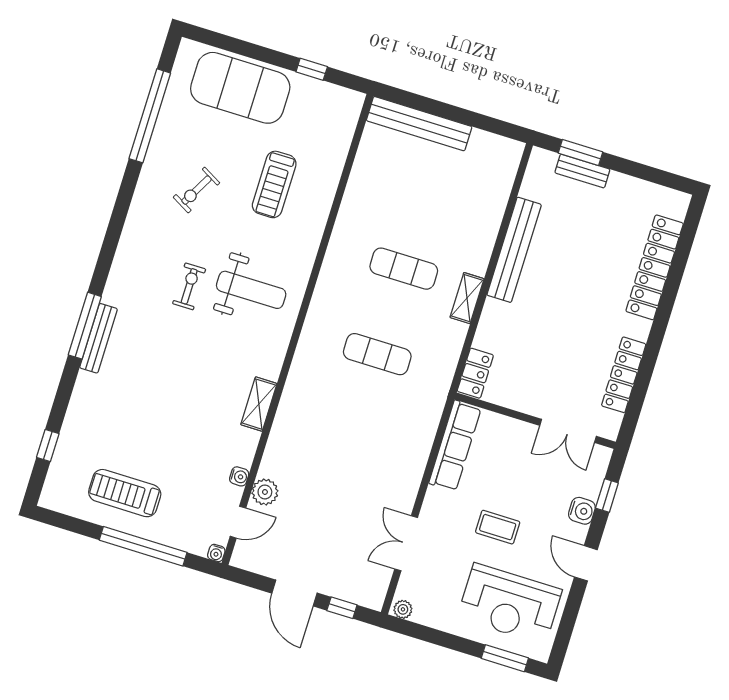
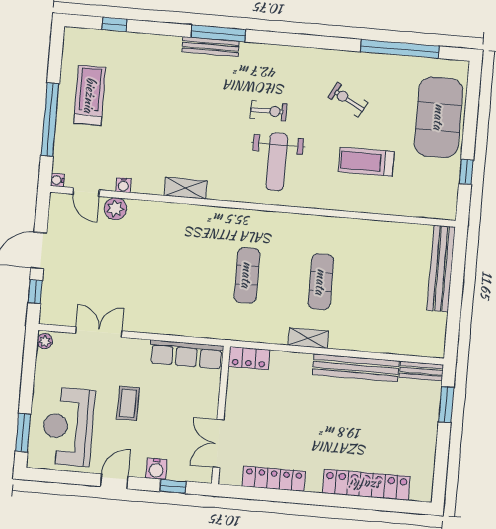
bench: (582, 171) -> (421, 371), moved, turned 90

